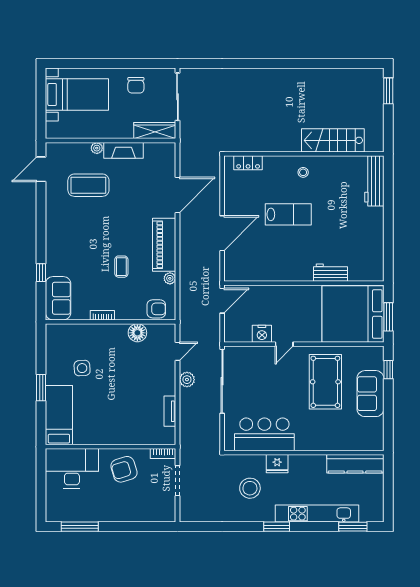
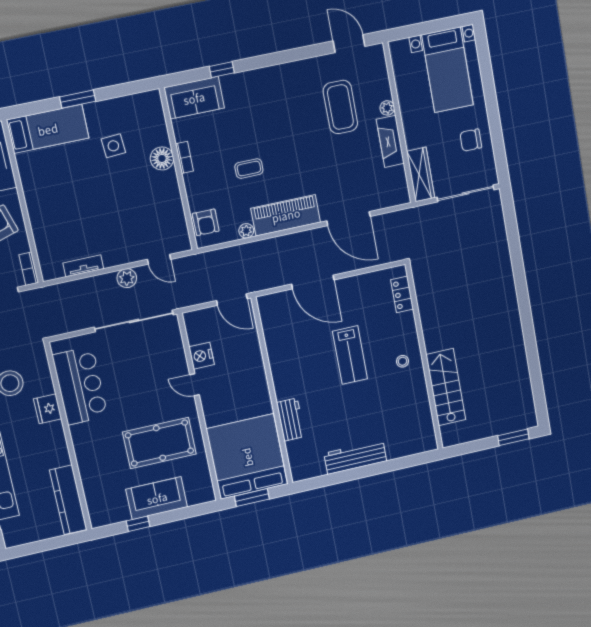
workbench: (374, 181) -> (355, 457), moved
floor lamp: (137, 333) -> (162, 158), moved
window: (388, 370) -> (138, 524), moved

